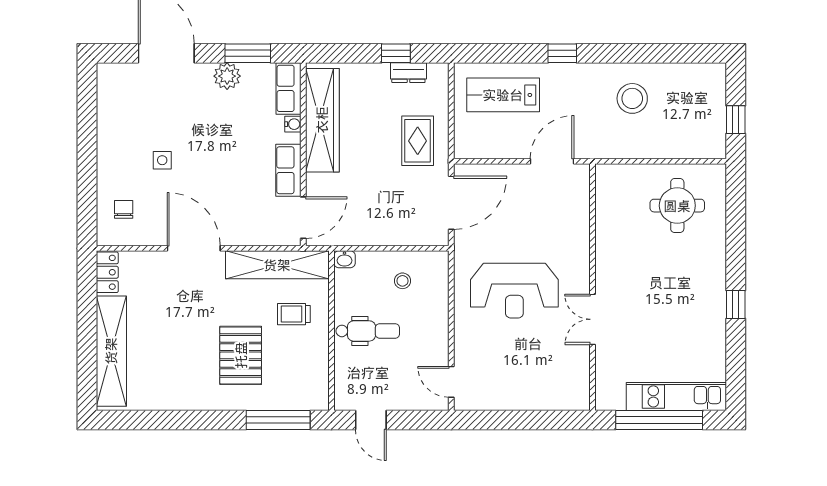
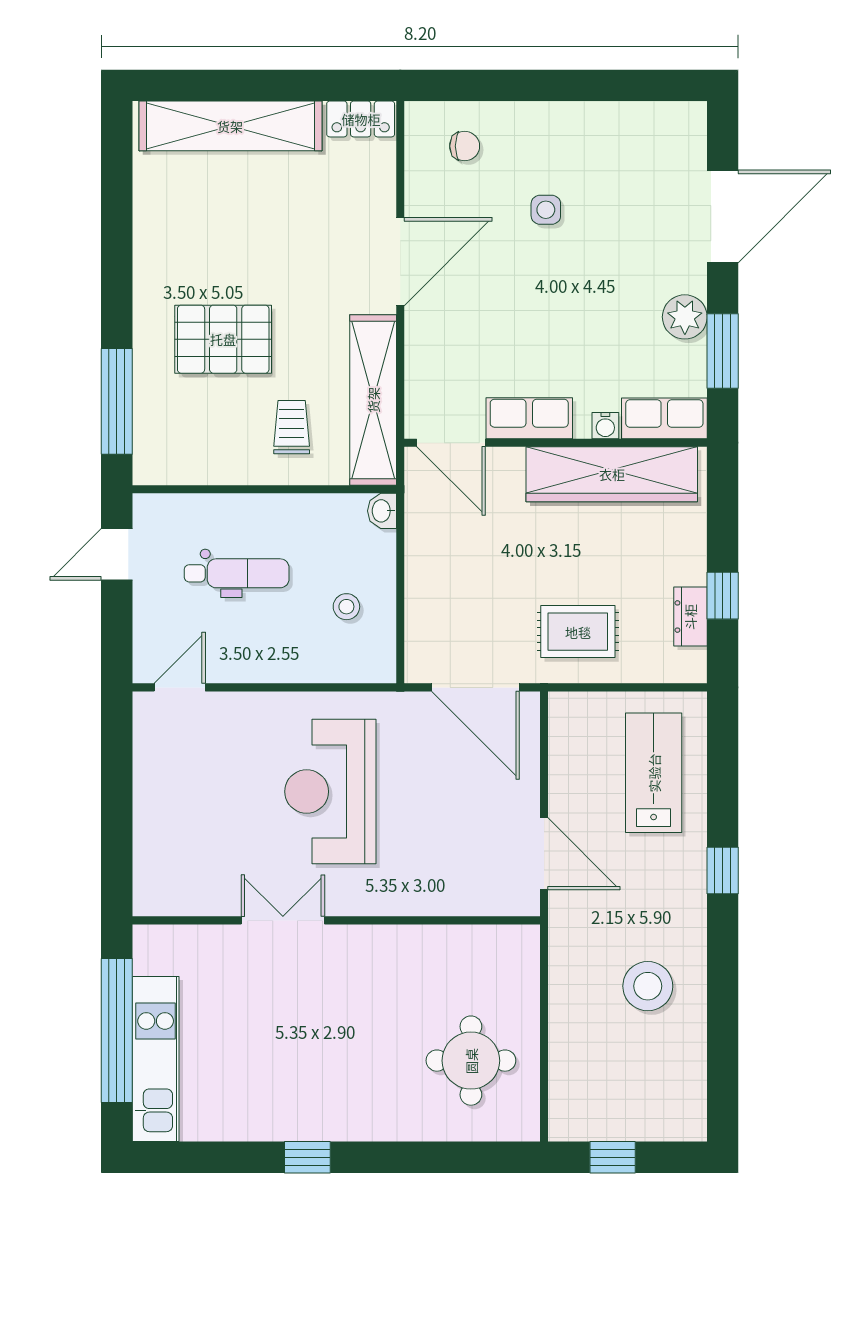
dental chair: (368, 331) -> (237, 573), moved, turned -90

